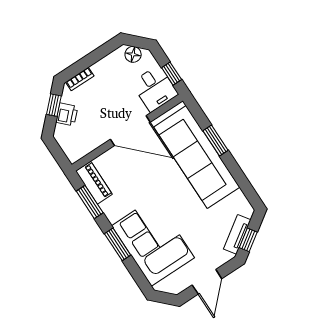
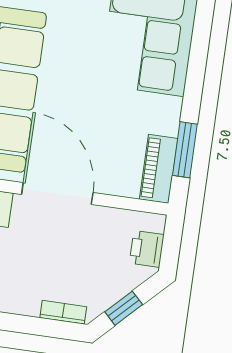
printer: (67, 114) -> (147, 249), moved, turned -45
window: (118, 244) -> (197, 67), removed

